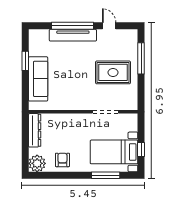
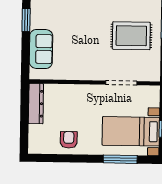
sofa: (38, 79) -> (41, 49), width x0.73
plant: (37, 163) -> (38, 144), removed

